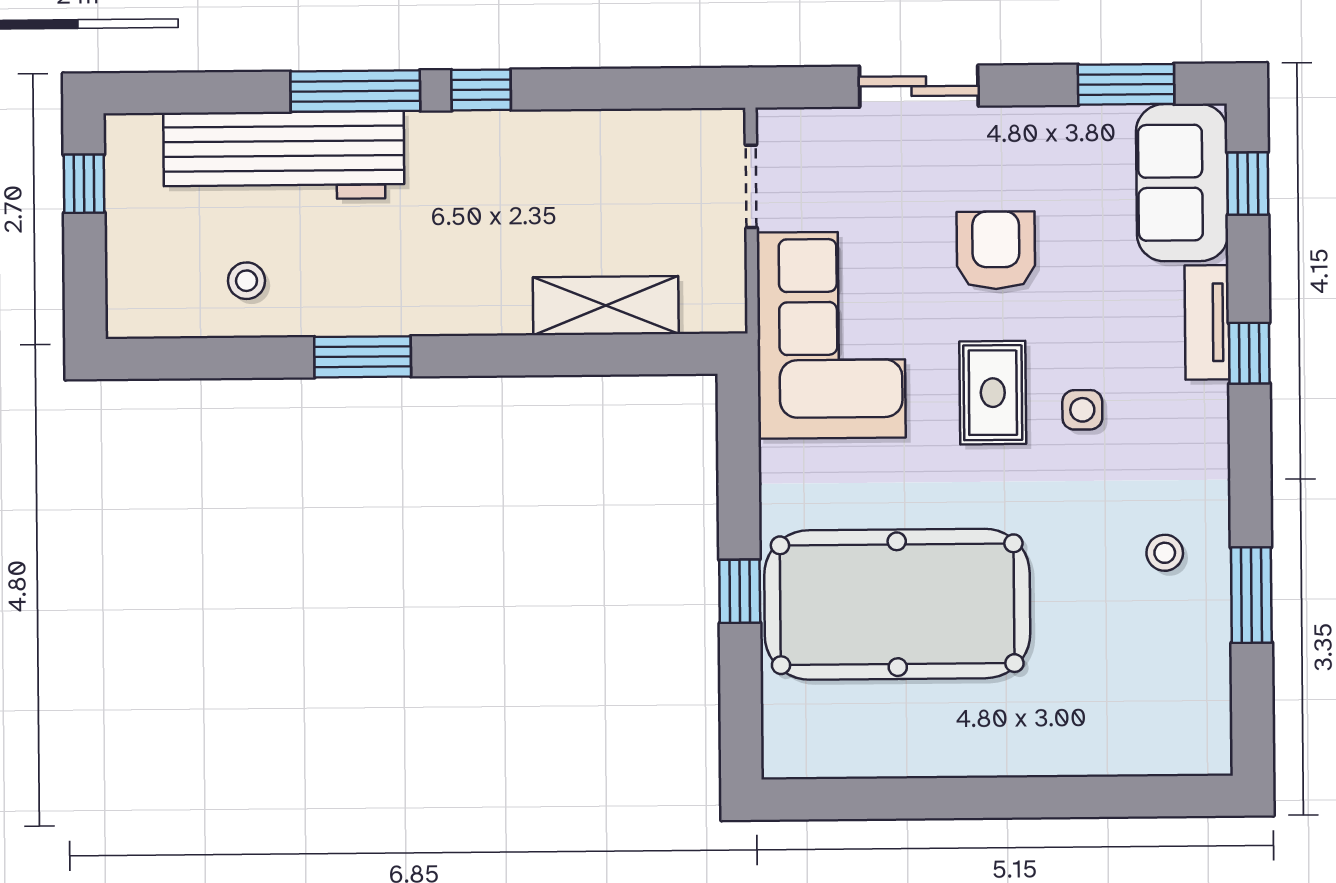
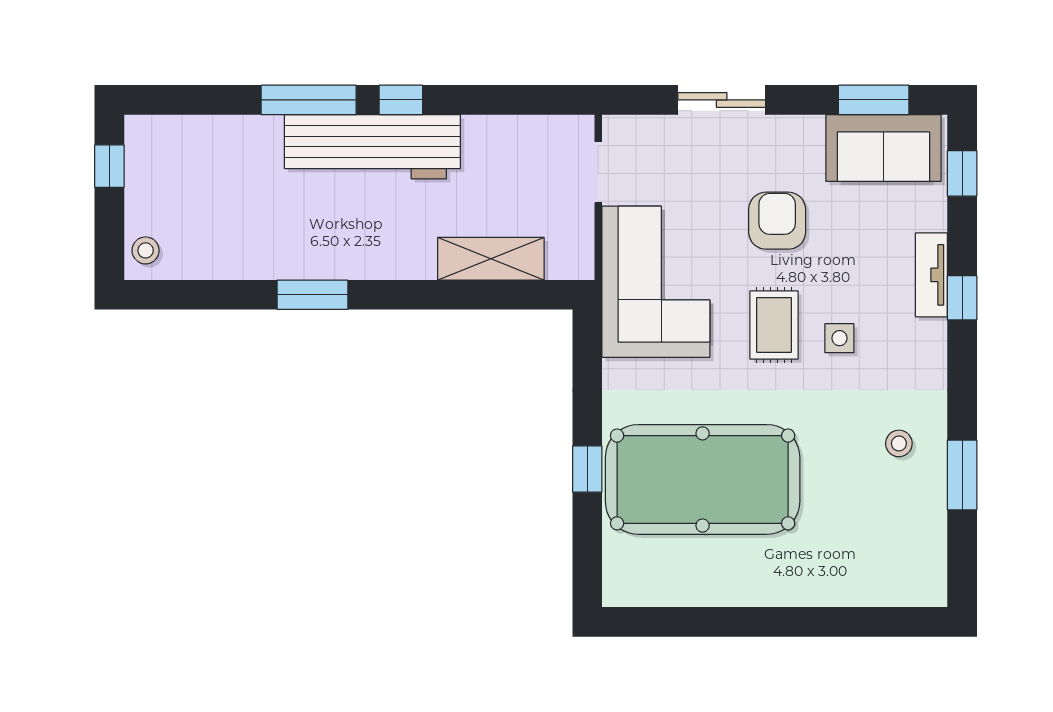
workbench: (284, 156) -> (372, 147), moved
sofa: (1182, 183) -> (883, 148), moved, turned -90
stool: (247, 281) -> (146, 250), moved

